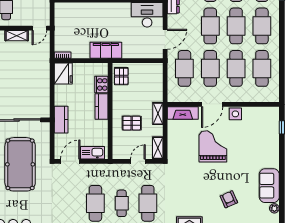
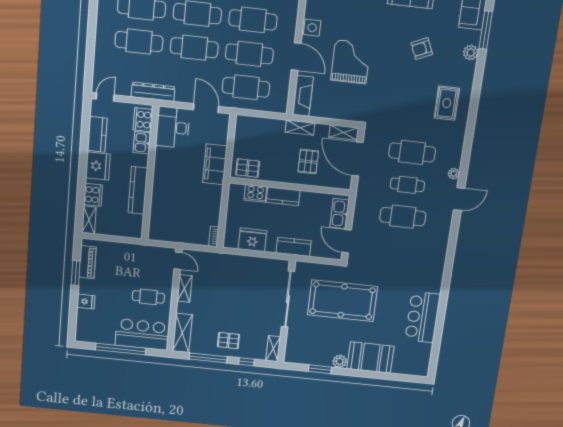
filing cabinet: (106, 50) -> (215, 164), moved
fridge: (63, 73) -> (252, 240), moved
grand piano: (213, 146) -> (351, 62), turned 90
door: (138, 161) -> (357, 159), width x1.87

